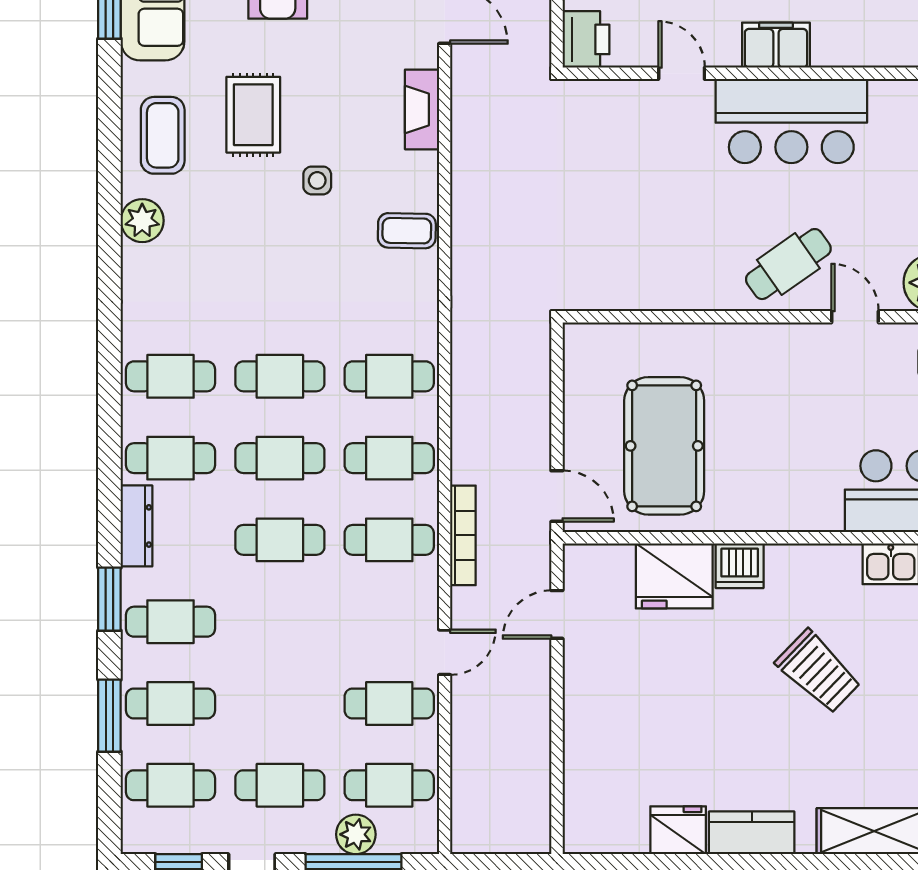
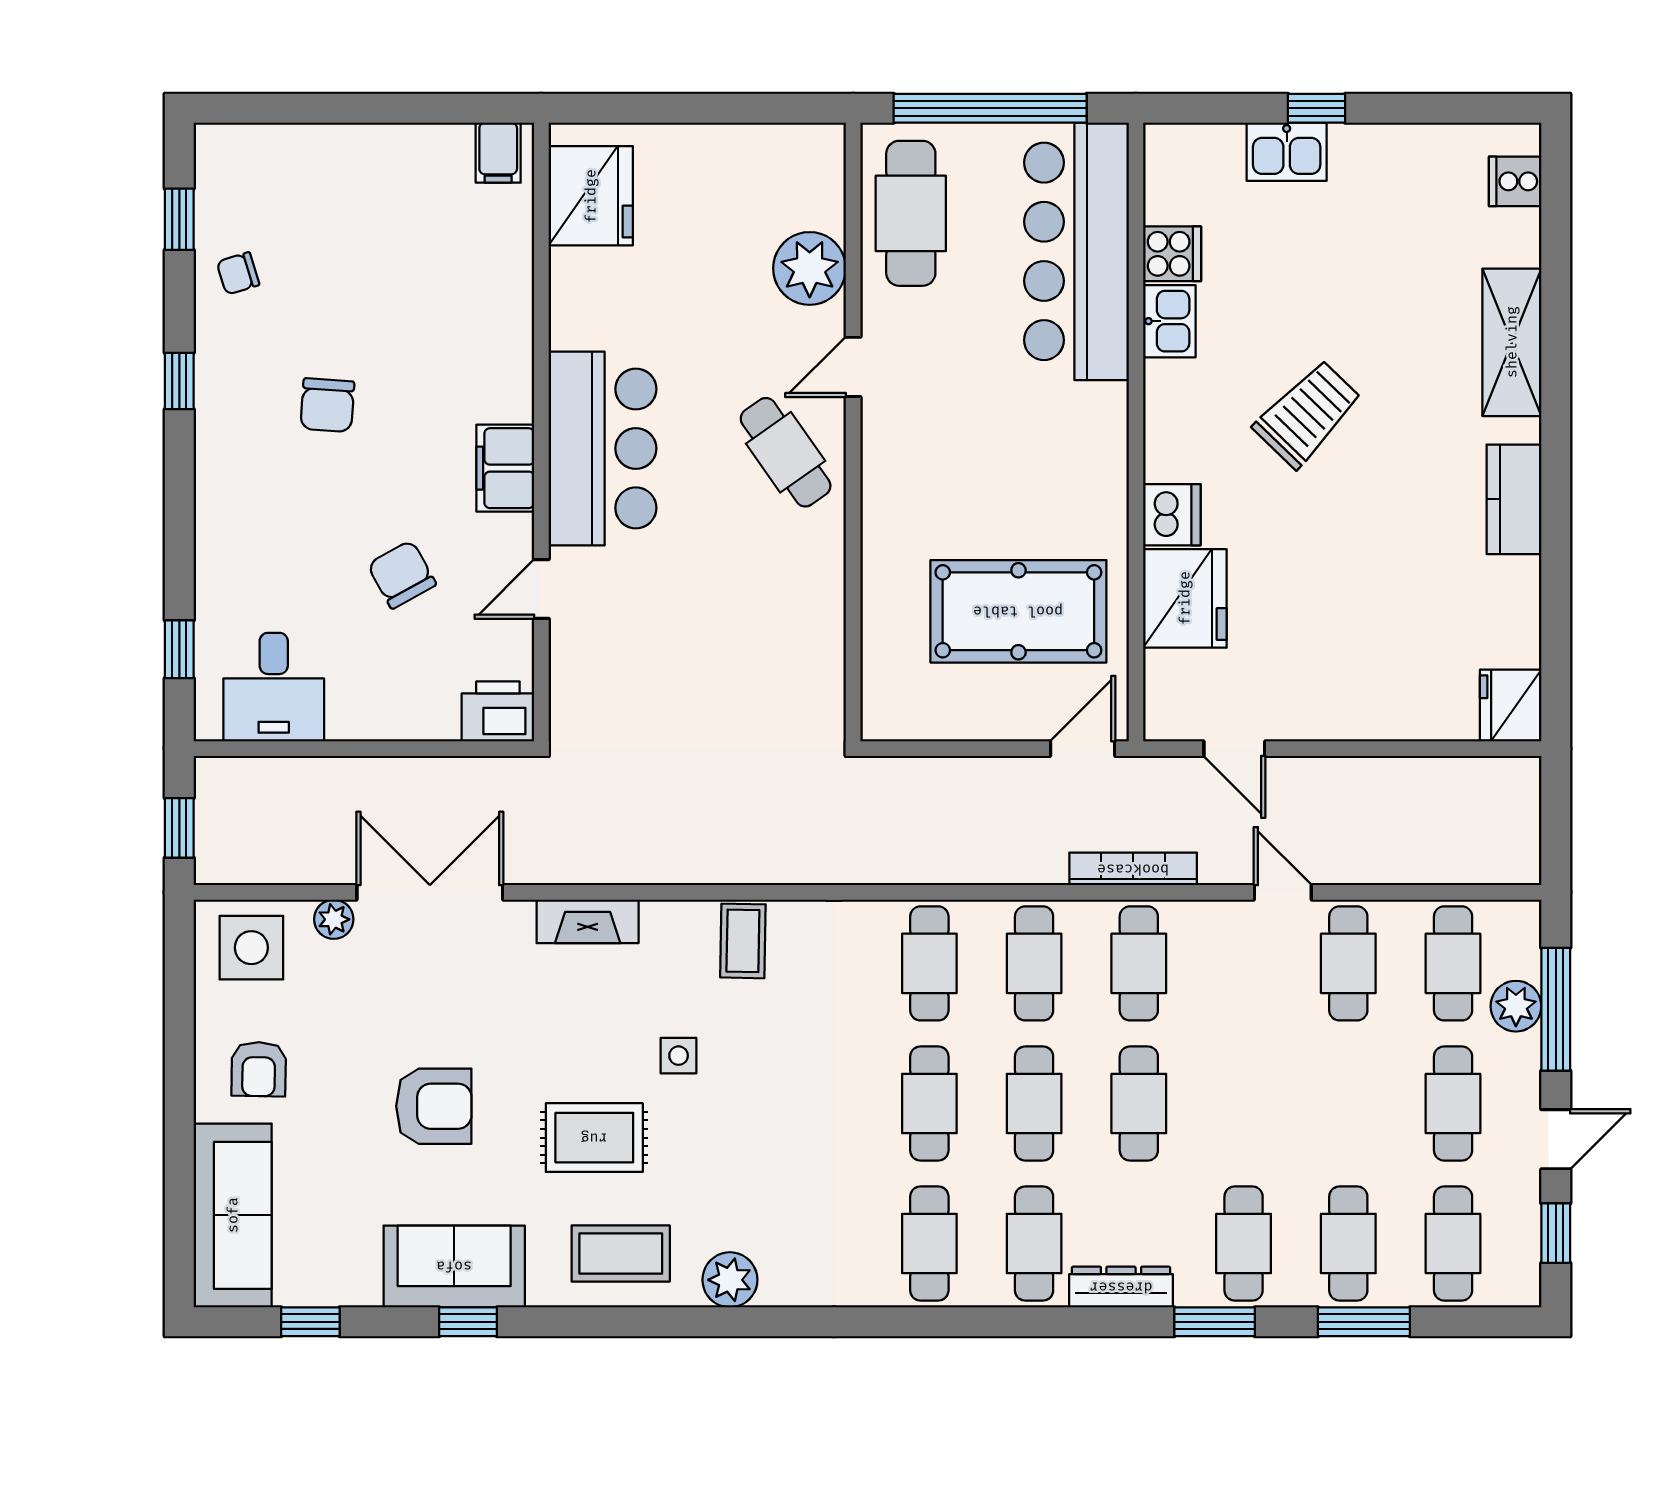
fridge: (678, 830) -> (1511, 705), moved

